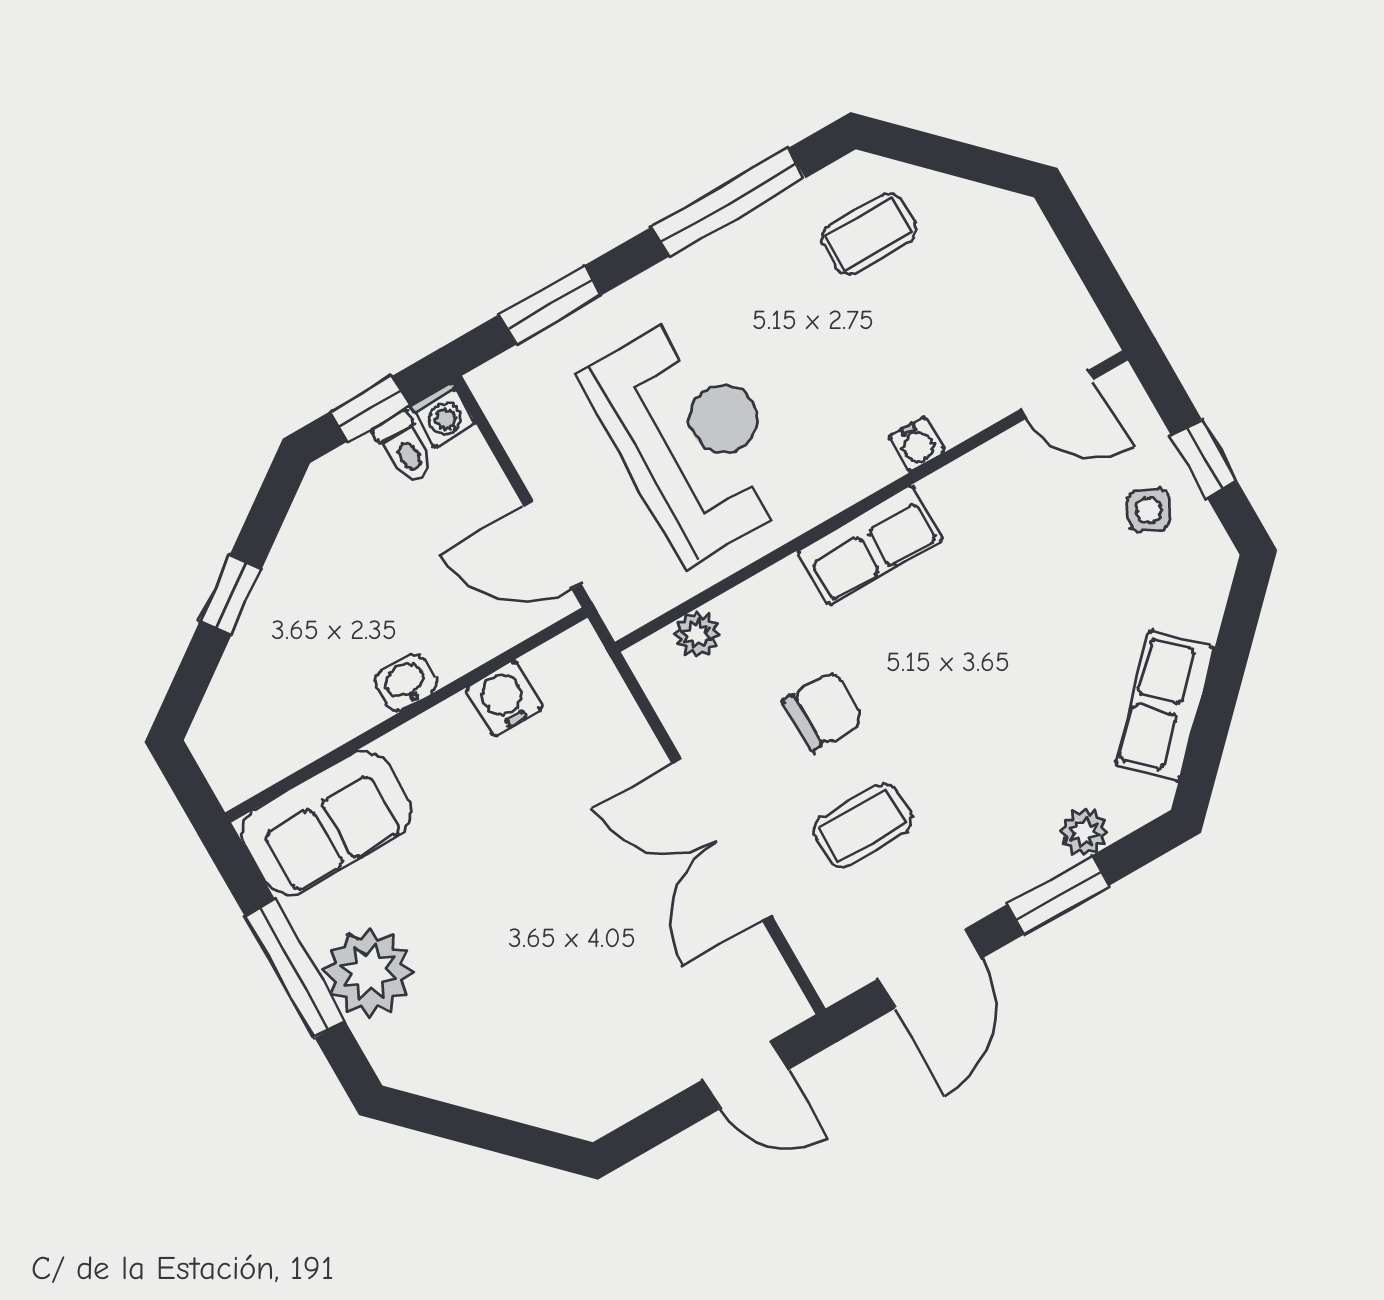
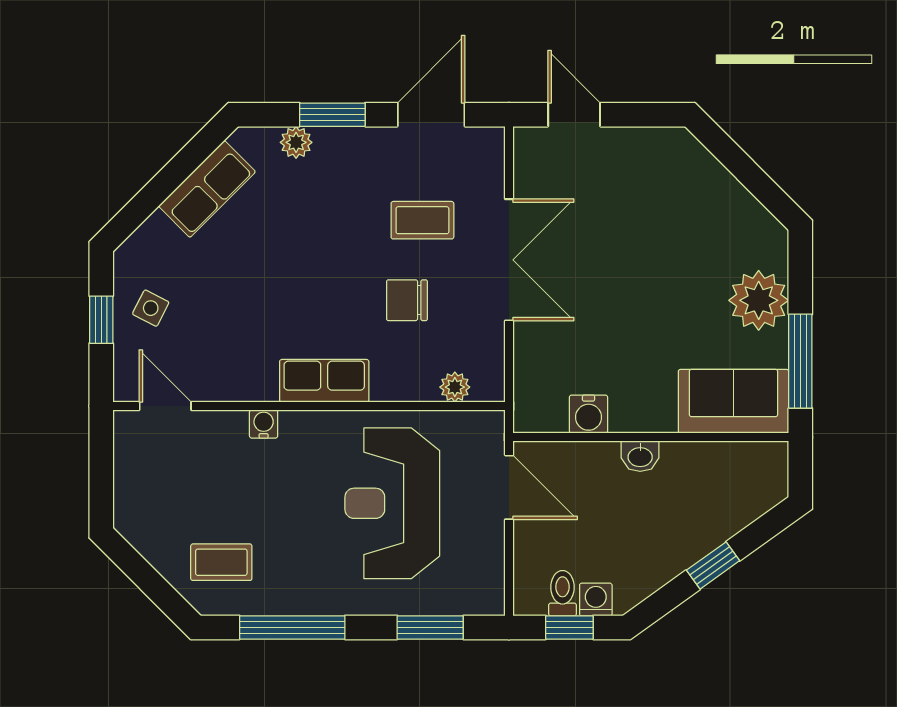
washing machine: (443, 415) -> (596, 599), moved
window: (295, 968) -> (800, 361), moved

